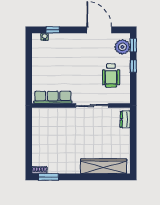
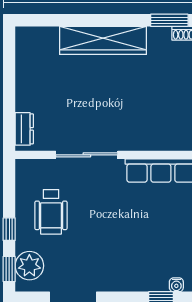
wheelchair: (111, 75) -> (51, 212), turned 180
wardrobe: (104, 166) -> (103, 40), moved

